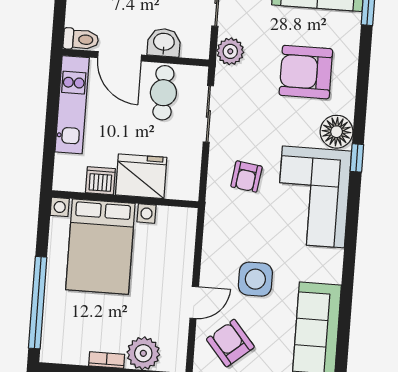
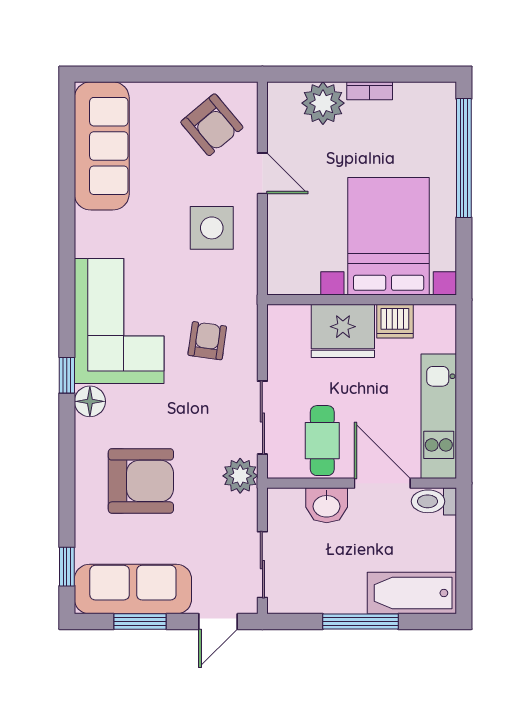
plant: (230, 51) -> (240, 476), moved
floor lamp: (337, 132) -> (90, 401), width x0.73, depth x0.73
side table: (255, 279) -> (212, 228), moved
door: (194, 302) -> (262, 173), swing flipped

